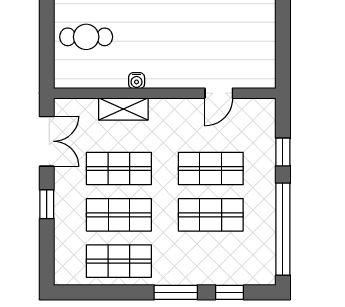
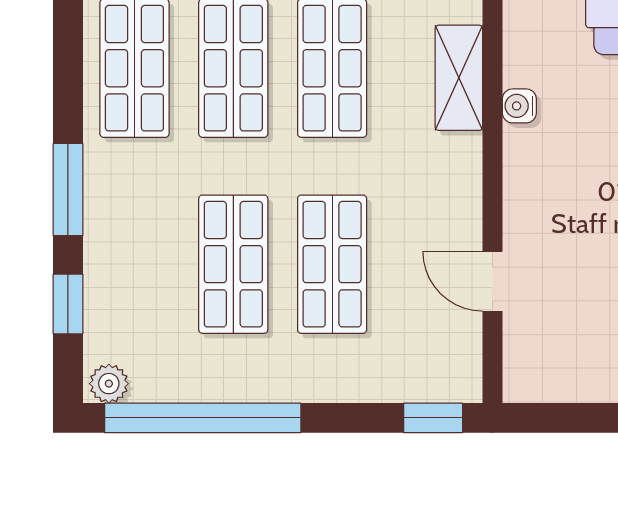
window: (283, 152) -> (433, 418), moved
plant: (267, 273) -> (109, 384), added

